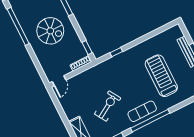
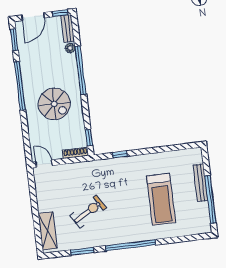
treadmill: (161, 76) -> (161, 199), turned 180
door: (59, 81) -> (44, 164), swing flipped
exercise mat: (142, 111) -> (125, 231), removed

